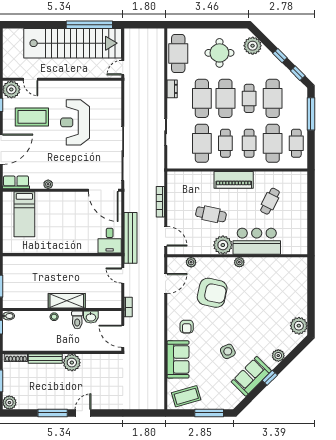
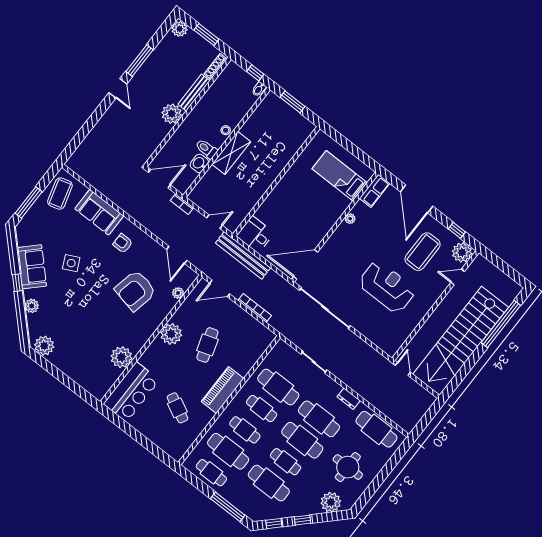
window: (89, 25) -> (501, 324), moved
cafe table: (211, 214) -> (207, 345), turned -30
bar counter: (257, 241) -> (131, 392), moved
plant: (239, 262) -> (121, 357), moved, width x1.88, depth x1.88

